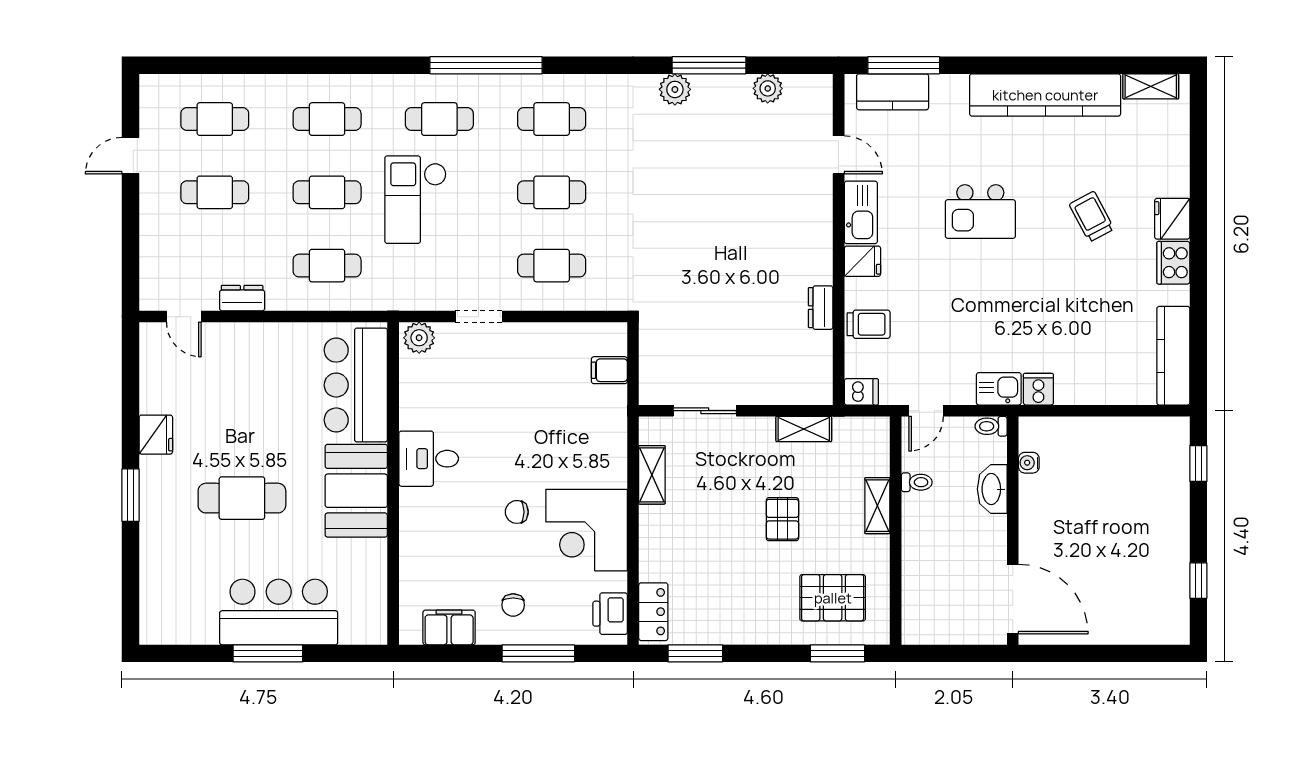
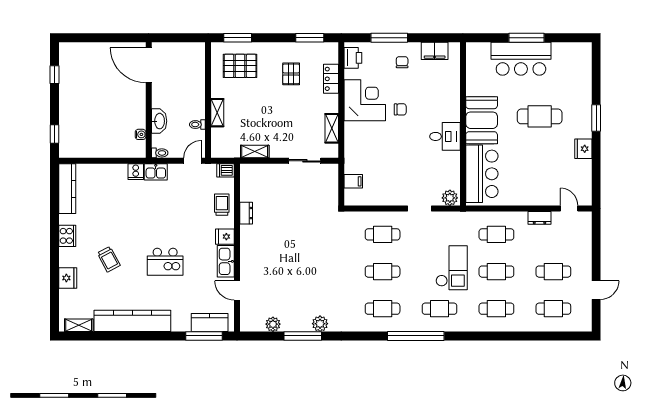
kitchen island: (980, 212) -> (165, 262), turned 180
fridge: (1172, 219) -> (68, 278), moved
trolley: (869, 324) -> (222, 205), turned 90
pallet: (782, 519) -> (291, 74), moved
locker: (653, 612) -> (331, 79), moved

